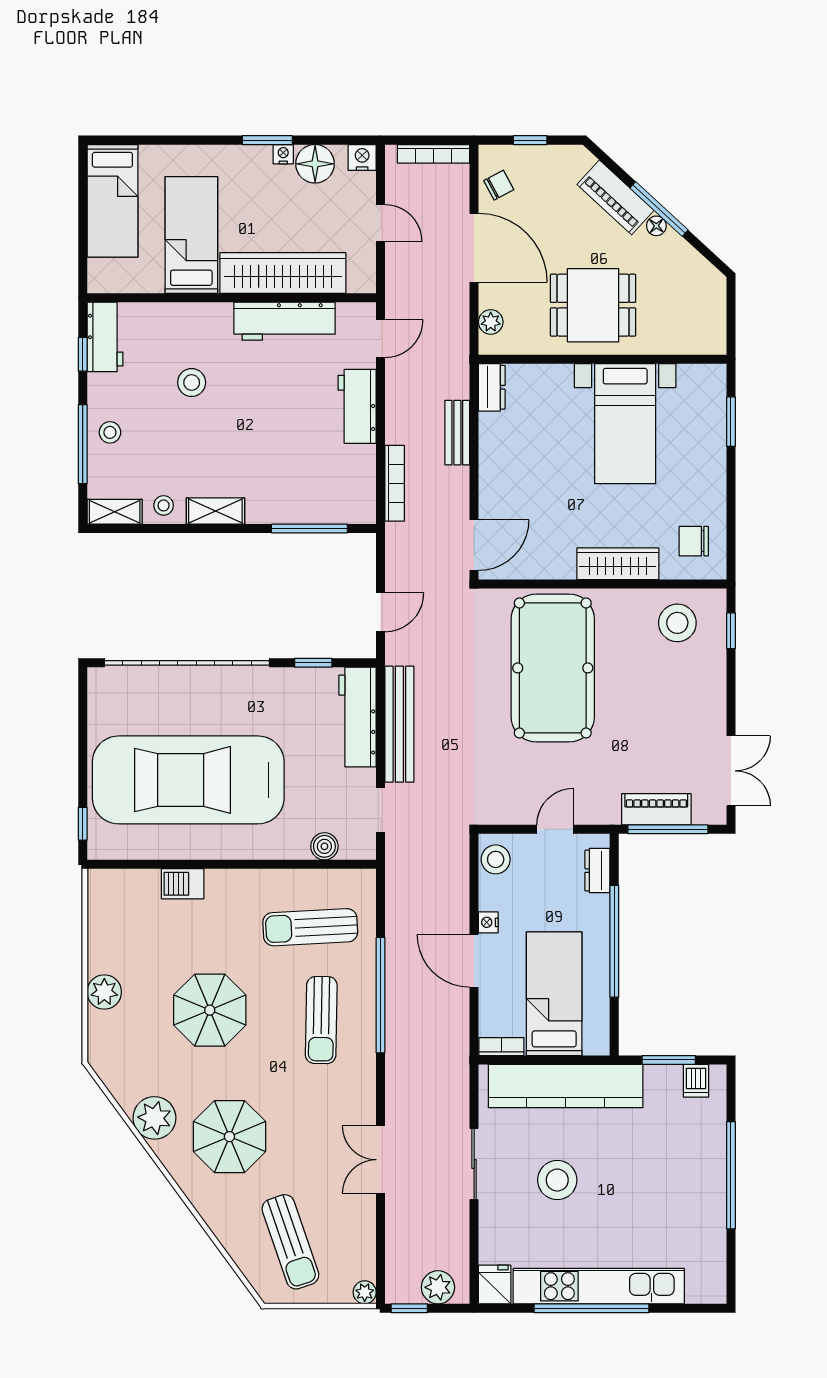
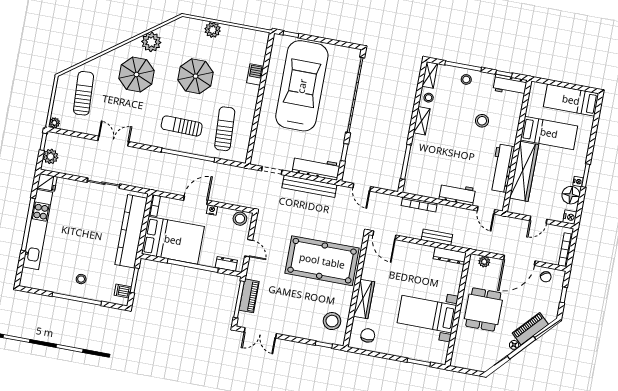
dresser: (492, 387) -> (450, 256), width x1.44
boiler: (324, 846) -> (260, 142), removed
bed: (554, 994) -> (173, 240), width x1.50
stool: (557, 1180) -> (81, 279), moved, width x0.53, depth x0.53
sun lounger: (290, 1242) -> (84, 93), turned 106

